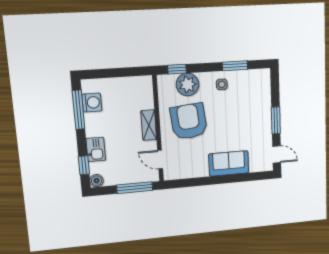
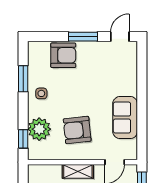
armchair: (258, 103) -> (63, 55), added
armchair: (189, 121) -> (77, 130), width x0.73, depth x0.73
sofa: (229, 163) -> (125, 118), moved

